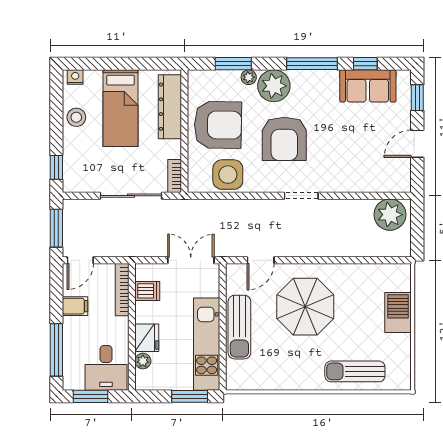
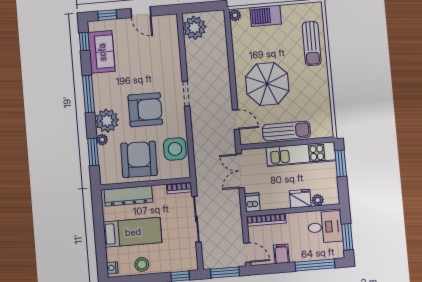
window: (365, 64) -> (84, 42), moved
plant: (402, 271) -> (235, 15), added
dishwasher: (147, 291) -> (252, 202), moved

